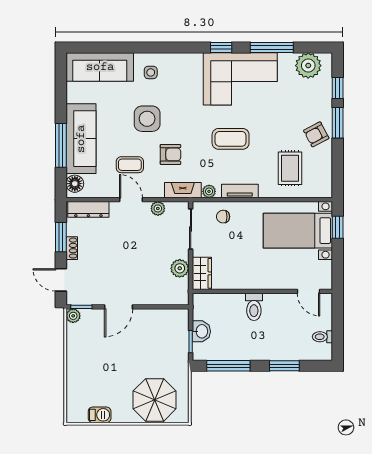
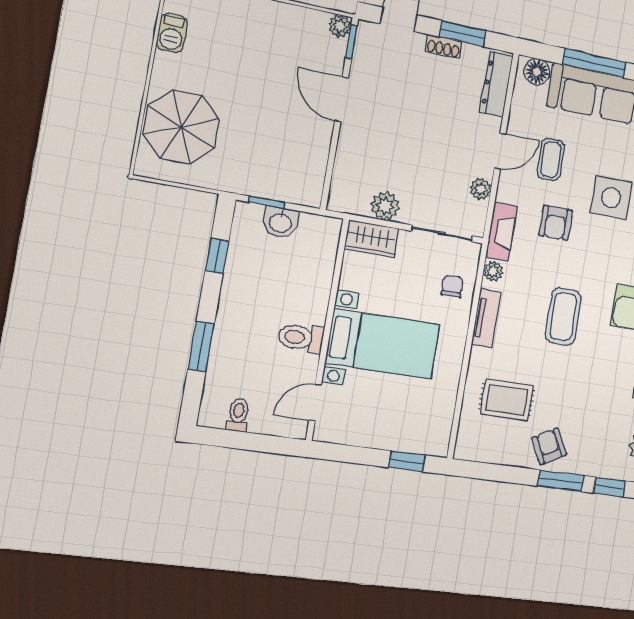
bed with nightstands: (298, 231) -> (383, 344), moved, turned 90
toilet: (254, 307) -> (301, 338), moved
window: (228, 366) -> (217, 256), width x0.46

